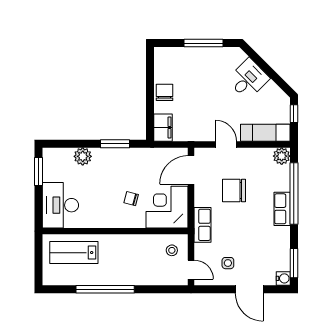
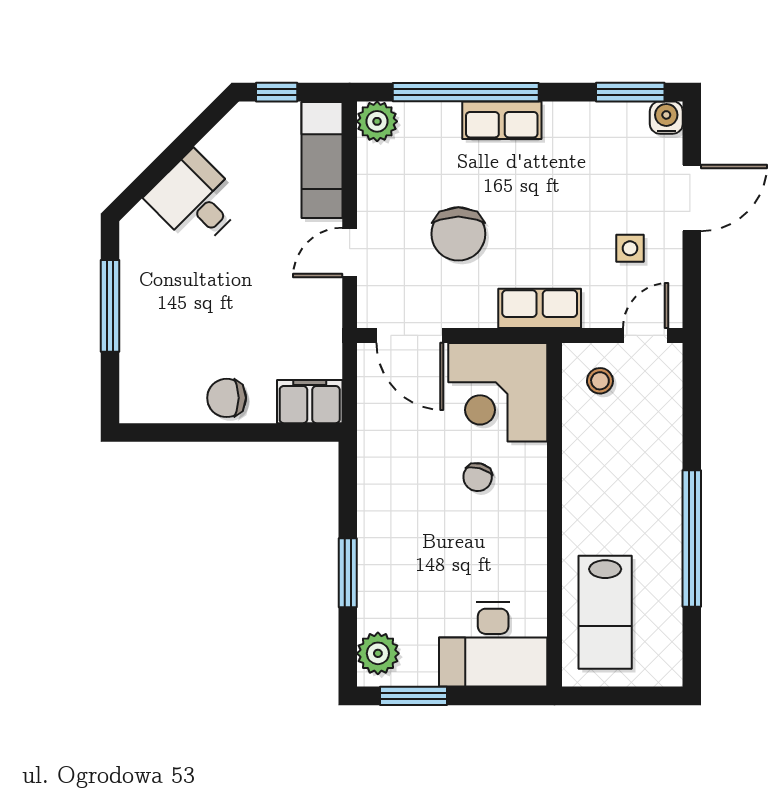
window: (115, 144) -> (348, 573), moved
plant: (83, 156) -> (378, 653), moved

